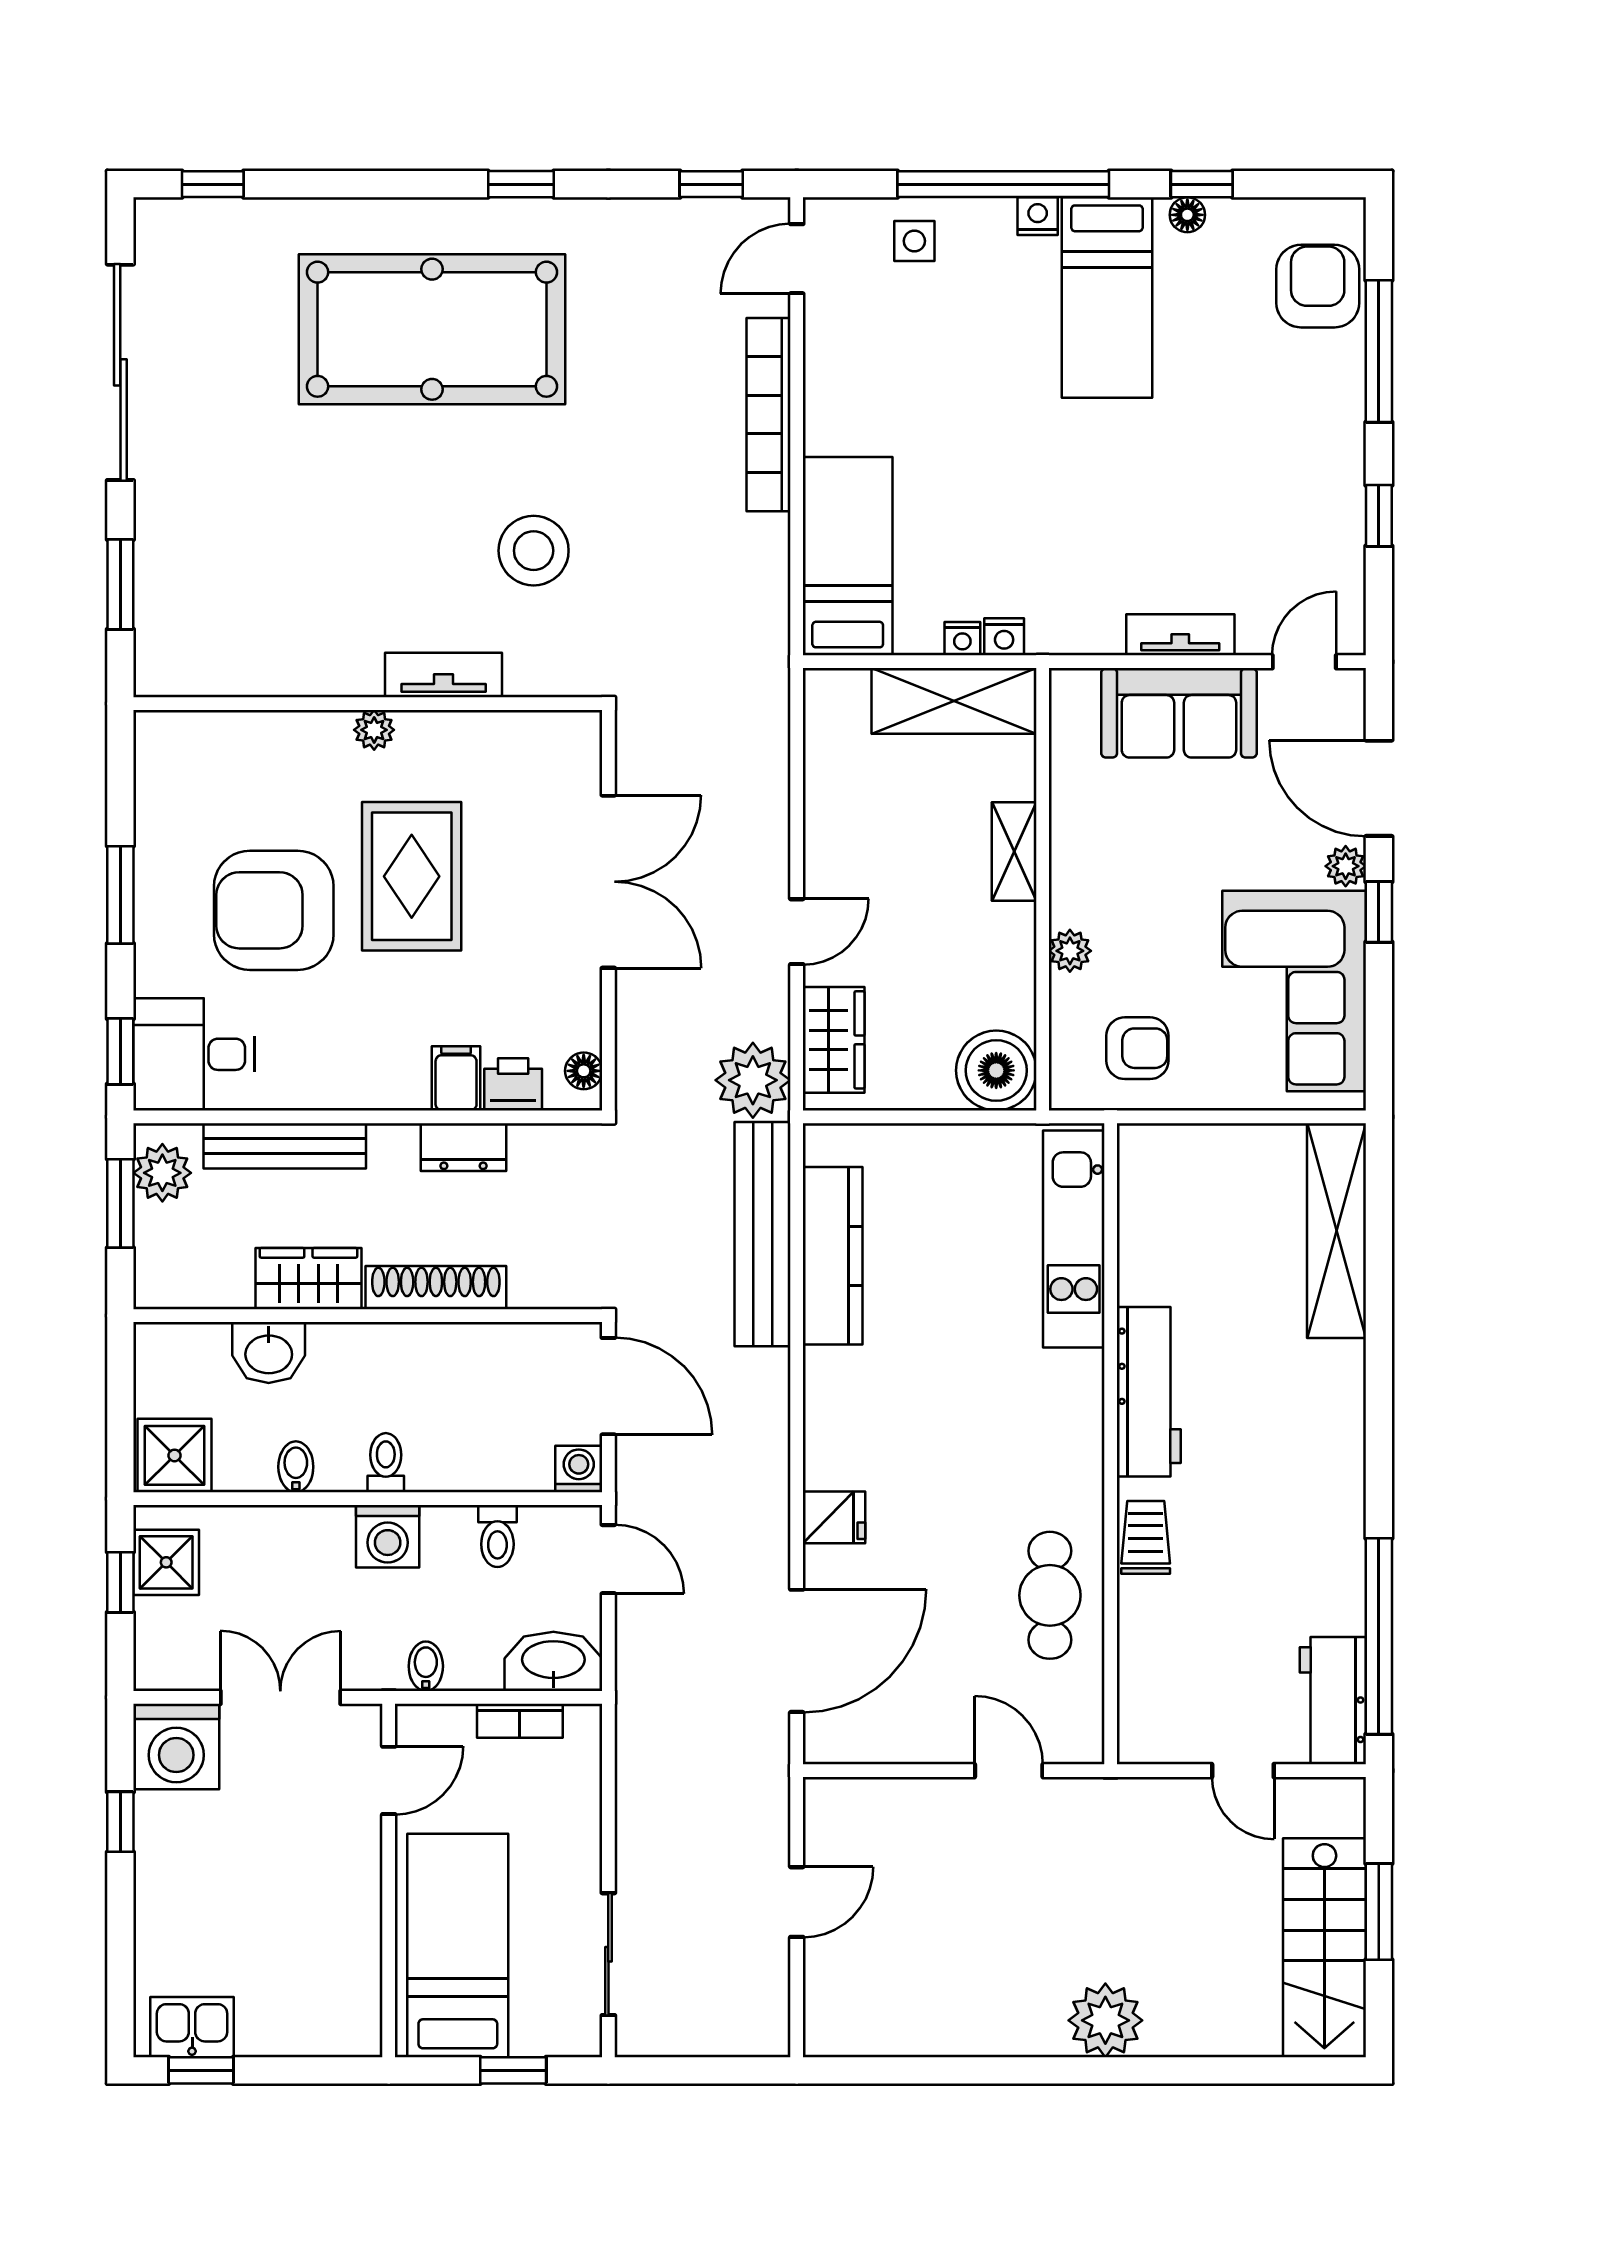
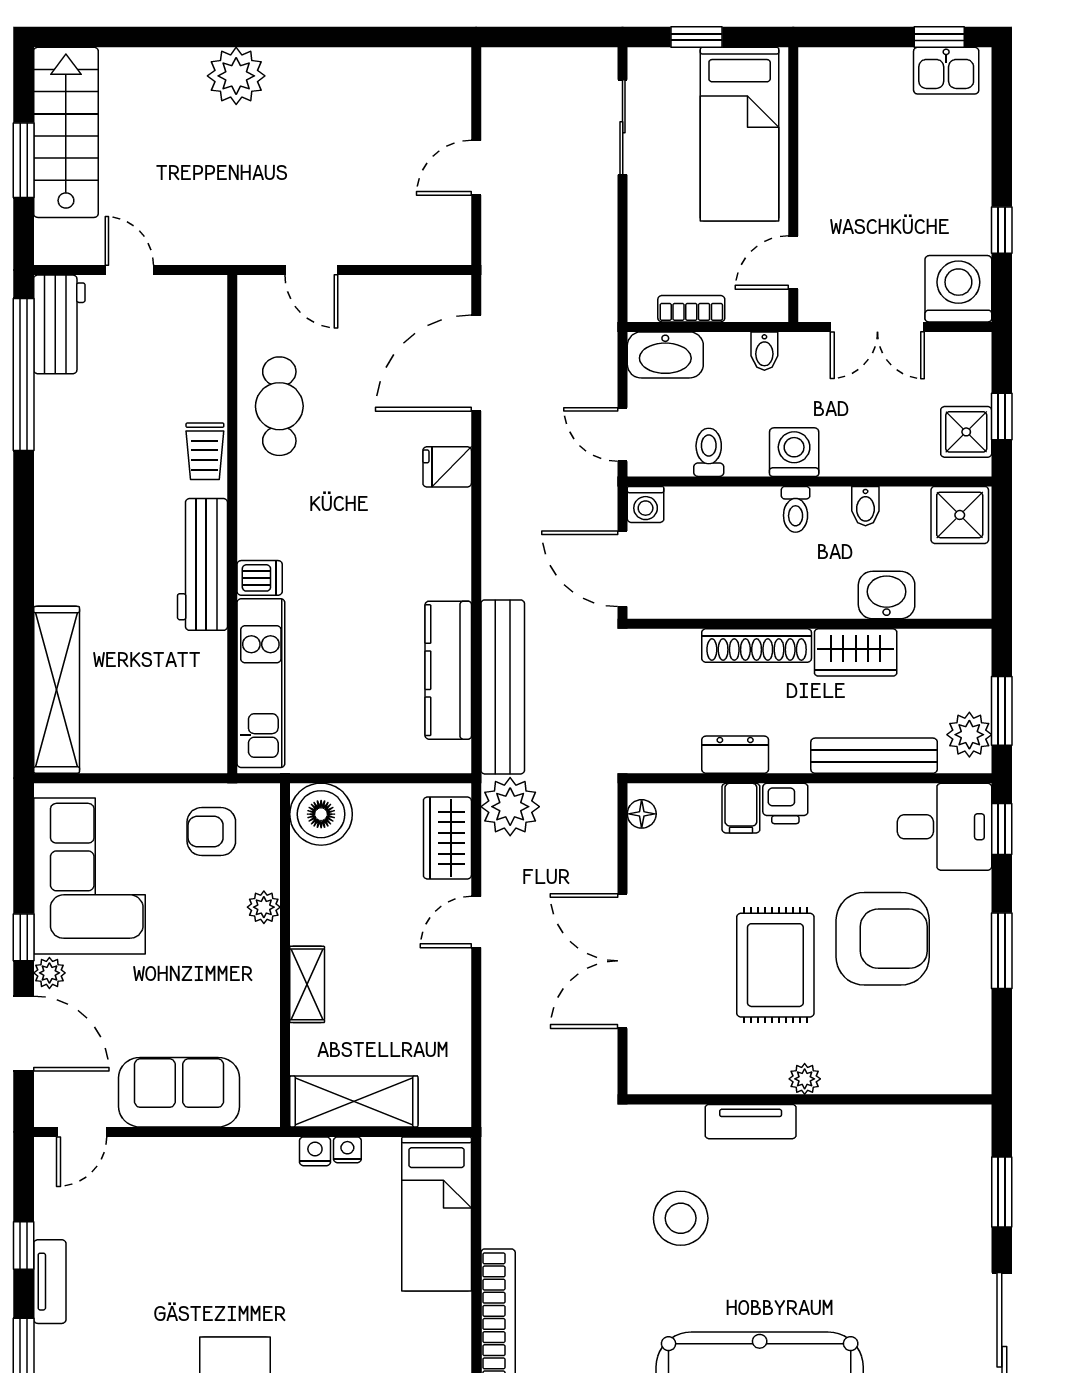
tv unit: (1180, 635) -> (50, 1282), moved, turned -90
printer: (513, 1084) -> (785, 803), moved
dishwasher: (1075, 1374) -> (260, 578), added

